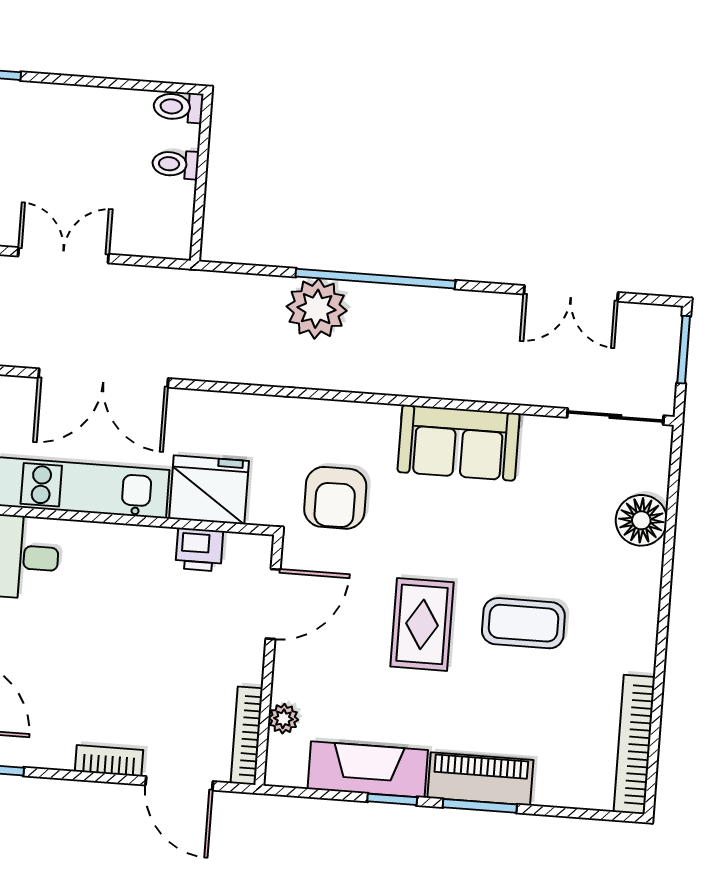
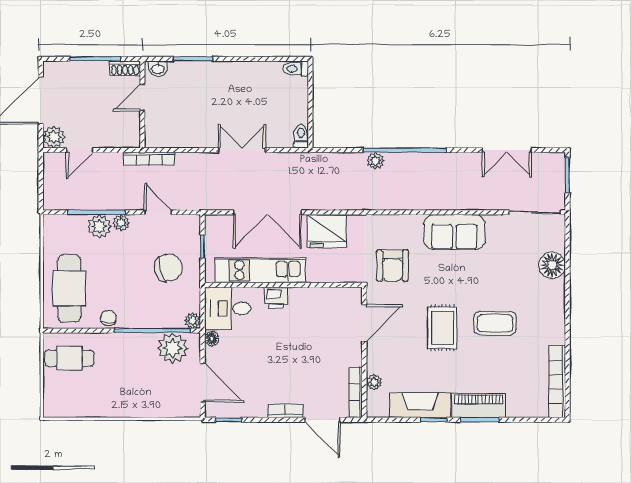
toilet: (175, 164) -> (301, 136), moved, turned 90
plant: (317, 309) -> (375, 161), width x0.53, depth x0.53
fridge: (209, 490) -> (327, 231), moved, turned 180
printer: (199, 550) -> (276, 298), moved

